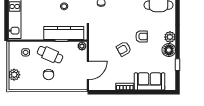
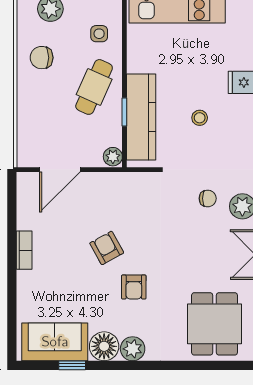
door: (88, 70) -> (60, 170), hinge flipped
chair: (49, 75) -> (42, 58), moved
sofa: (149, 81) -> (55, 342), moved, turned -90

